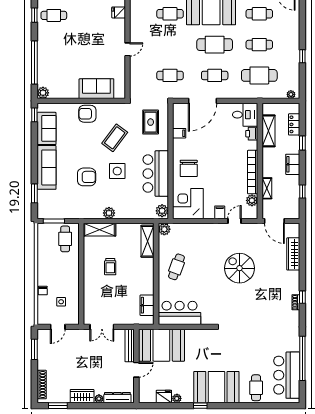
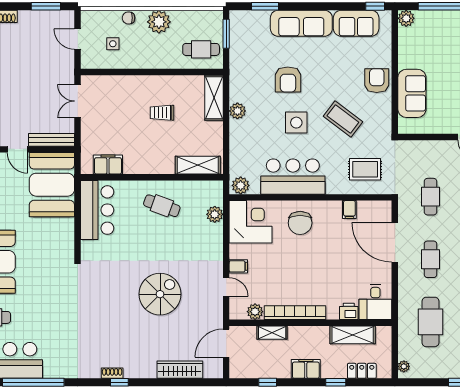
chair: (189, 168) -> (300, 223), turned -90
plant: (164, 229) -> (215, 214), moved
plant: (45, 269) -> (159, 22), added

